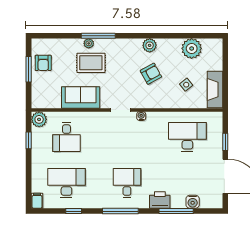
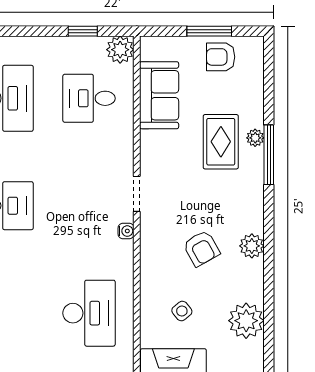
sofa: (81, 98) -> (159, 95), moved

